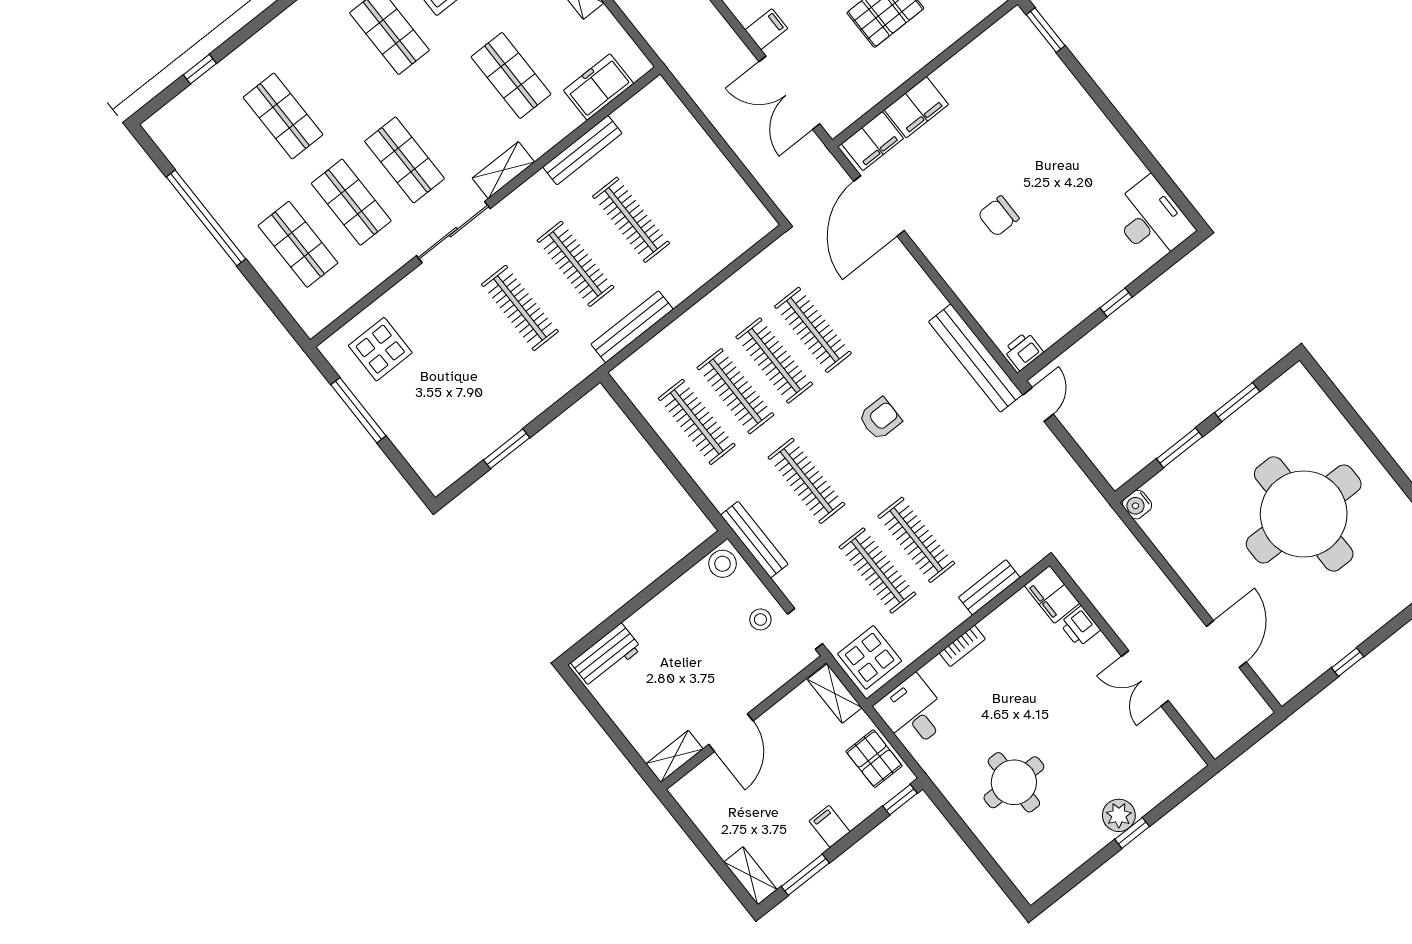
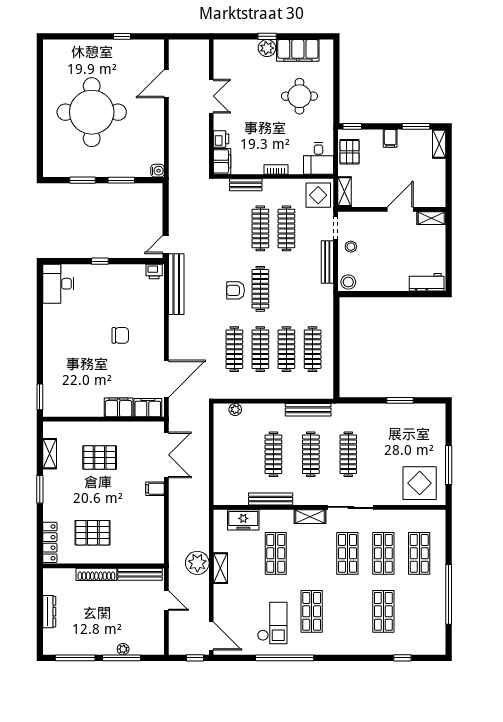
plant: (740, 241) -> (235, 409), added
display table: (380, 349) -> (420, 483), width x1.36, depth x1.36
clothes rail: (806, 481) -> (260, 289), moved
bench: (754, 540) -> (327, 262), moved
filing cabinet: (1070, 848) -> (298, 50), added

